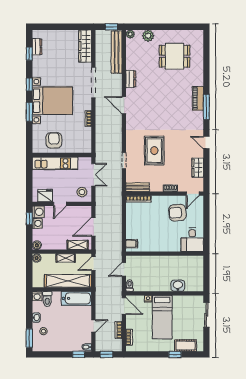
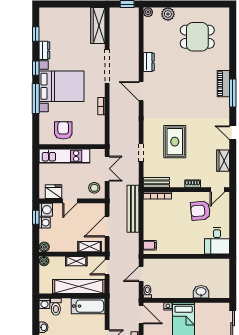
dresser: (37, 47) -> (44, 50), moved
bench: (117, 52) -> (133, 209), moved
window: (29, 112) -> (36, 99), width x1.44

